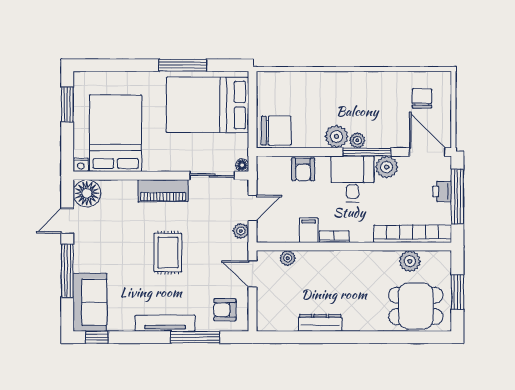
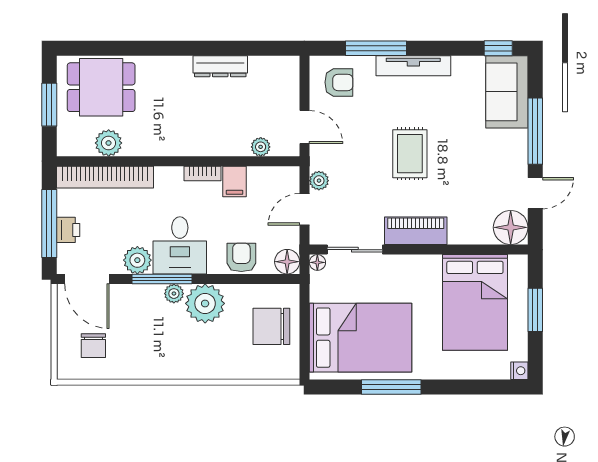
window: (67, 105) -> (535, 310), moved
chair: (276, 131) -> (271, 326), moved
plant: (336, 136) -> (205, 303), width x1.36, depth x1.36
nightstand: (81, 165) -> (519, 371), moved, turned 90
floor lamp: (266, 166) -> (287, 262), added

